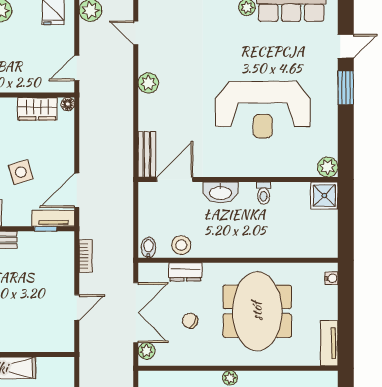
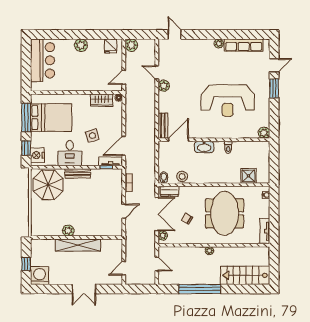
door: (136, 33) -> (157, 72), moved
shower: (324, 195) -> (248, 176), moved
dresser: (185, 272) -> (170, 191), moved

